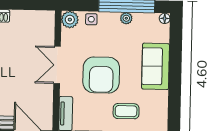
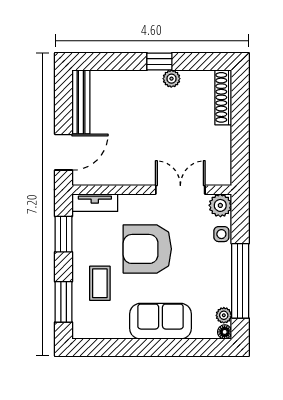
plant: (126, 18) -> (224, 315), moved
double door: (57, 65) -> (180, 190), moved

